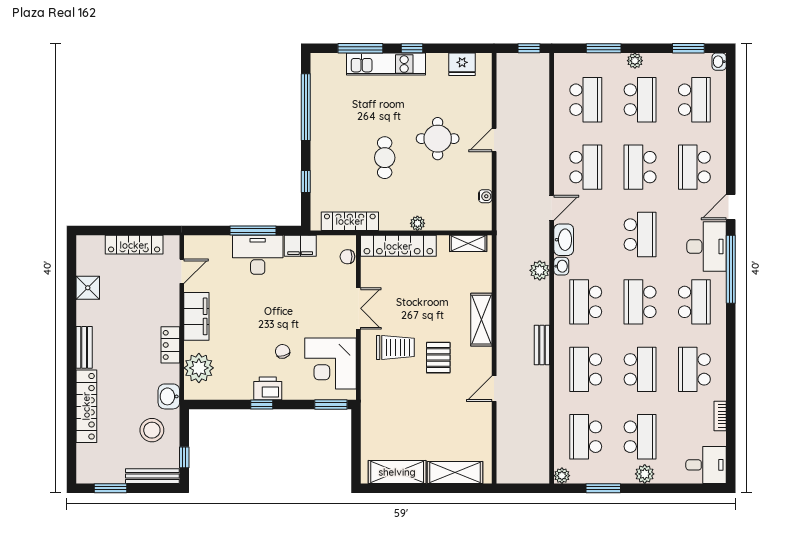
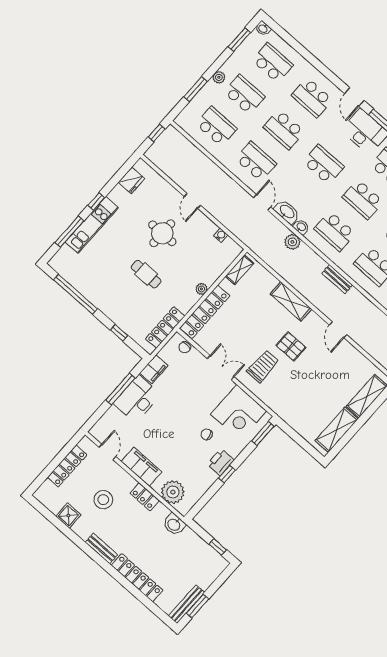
stool: (152, 430) -> (103, 500), moved
bench: (152, 476) -> (186, 604), moved

